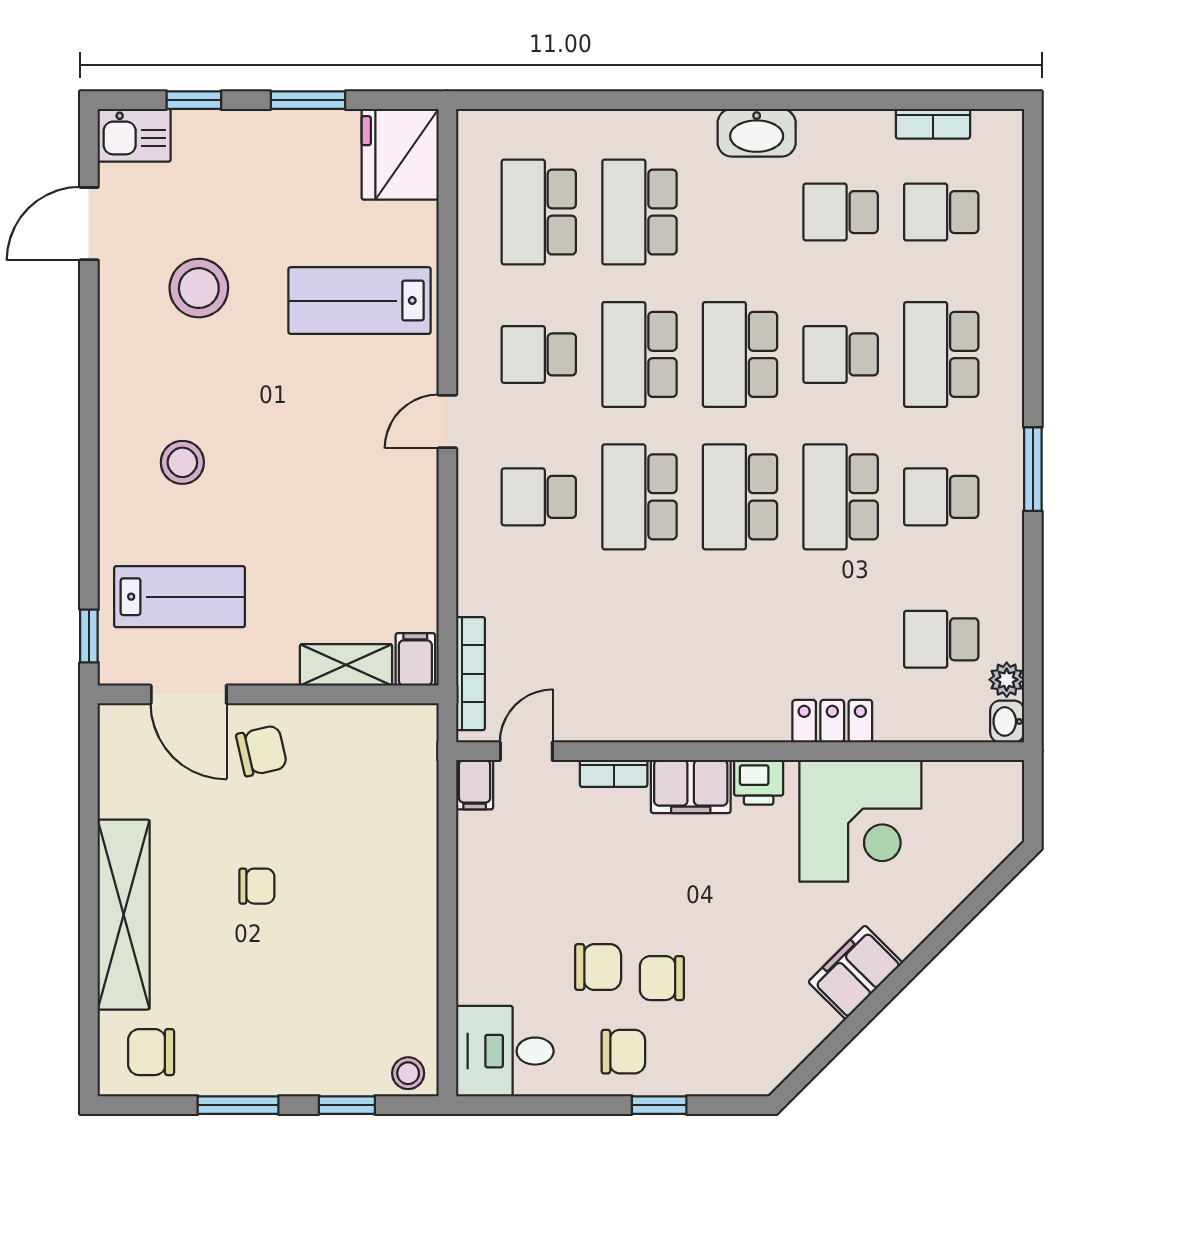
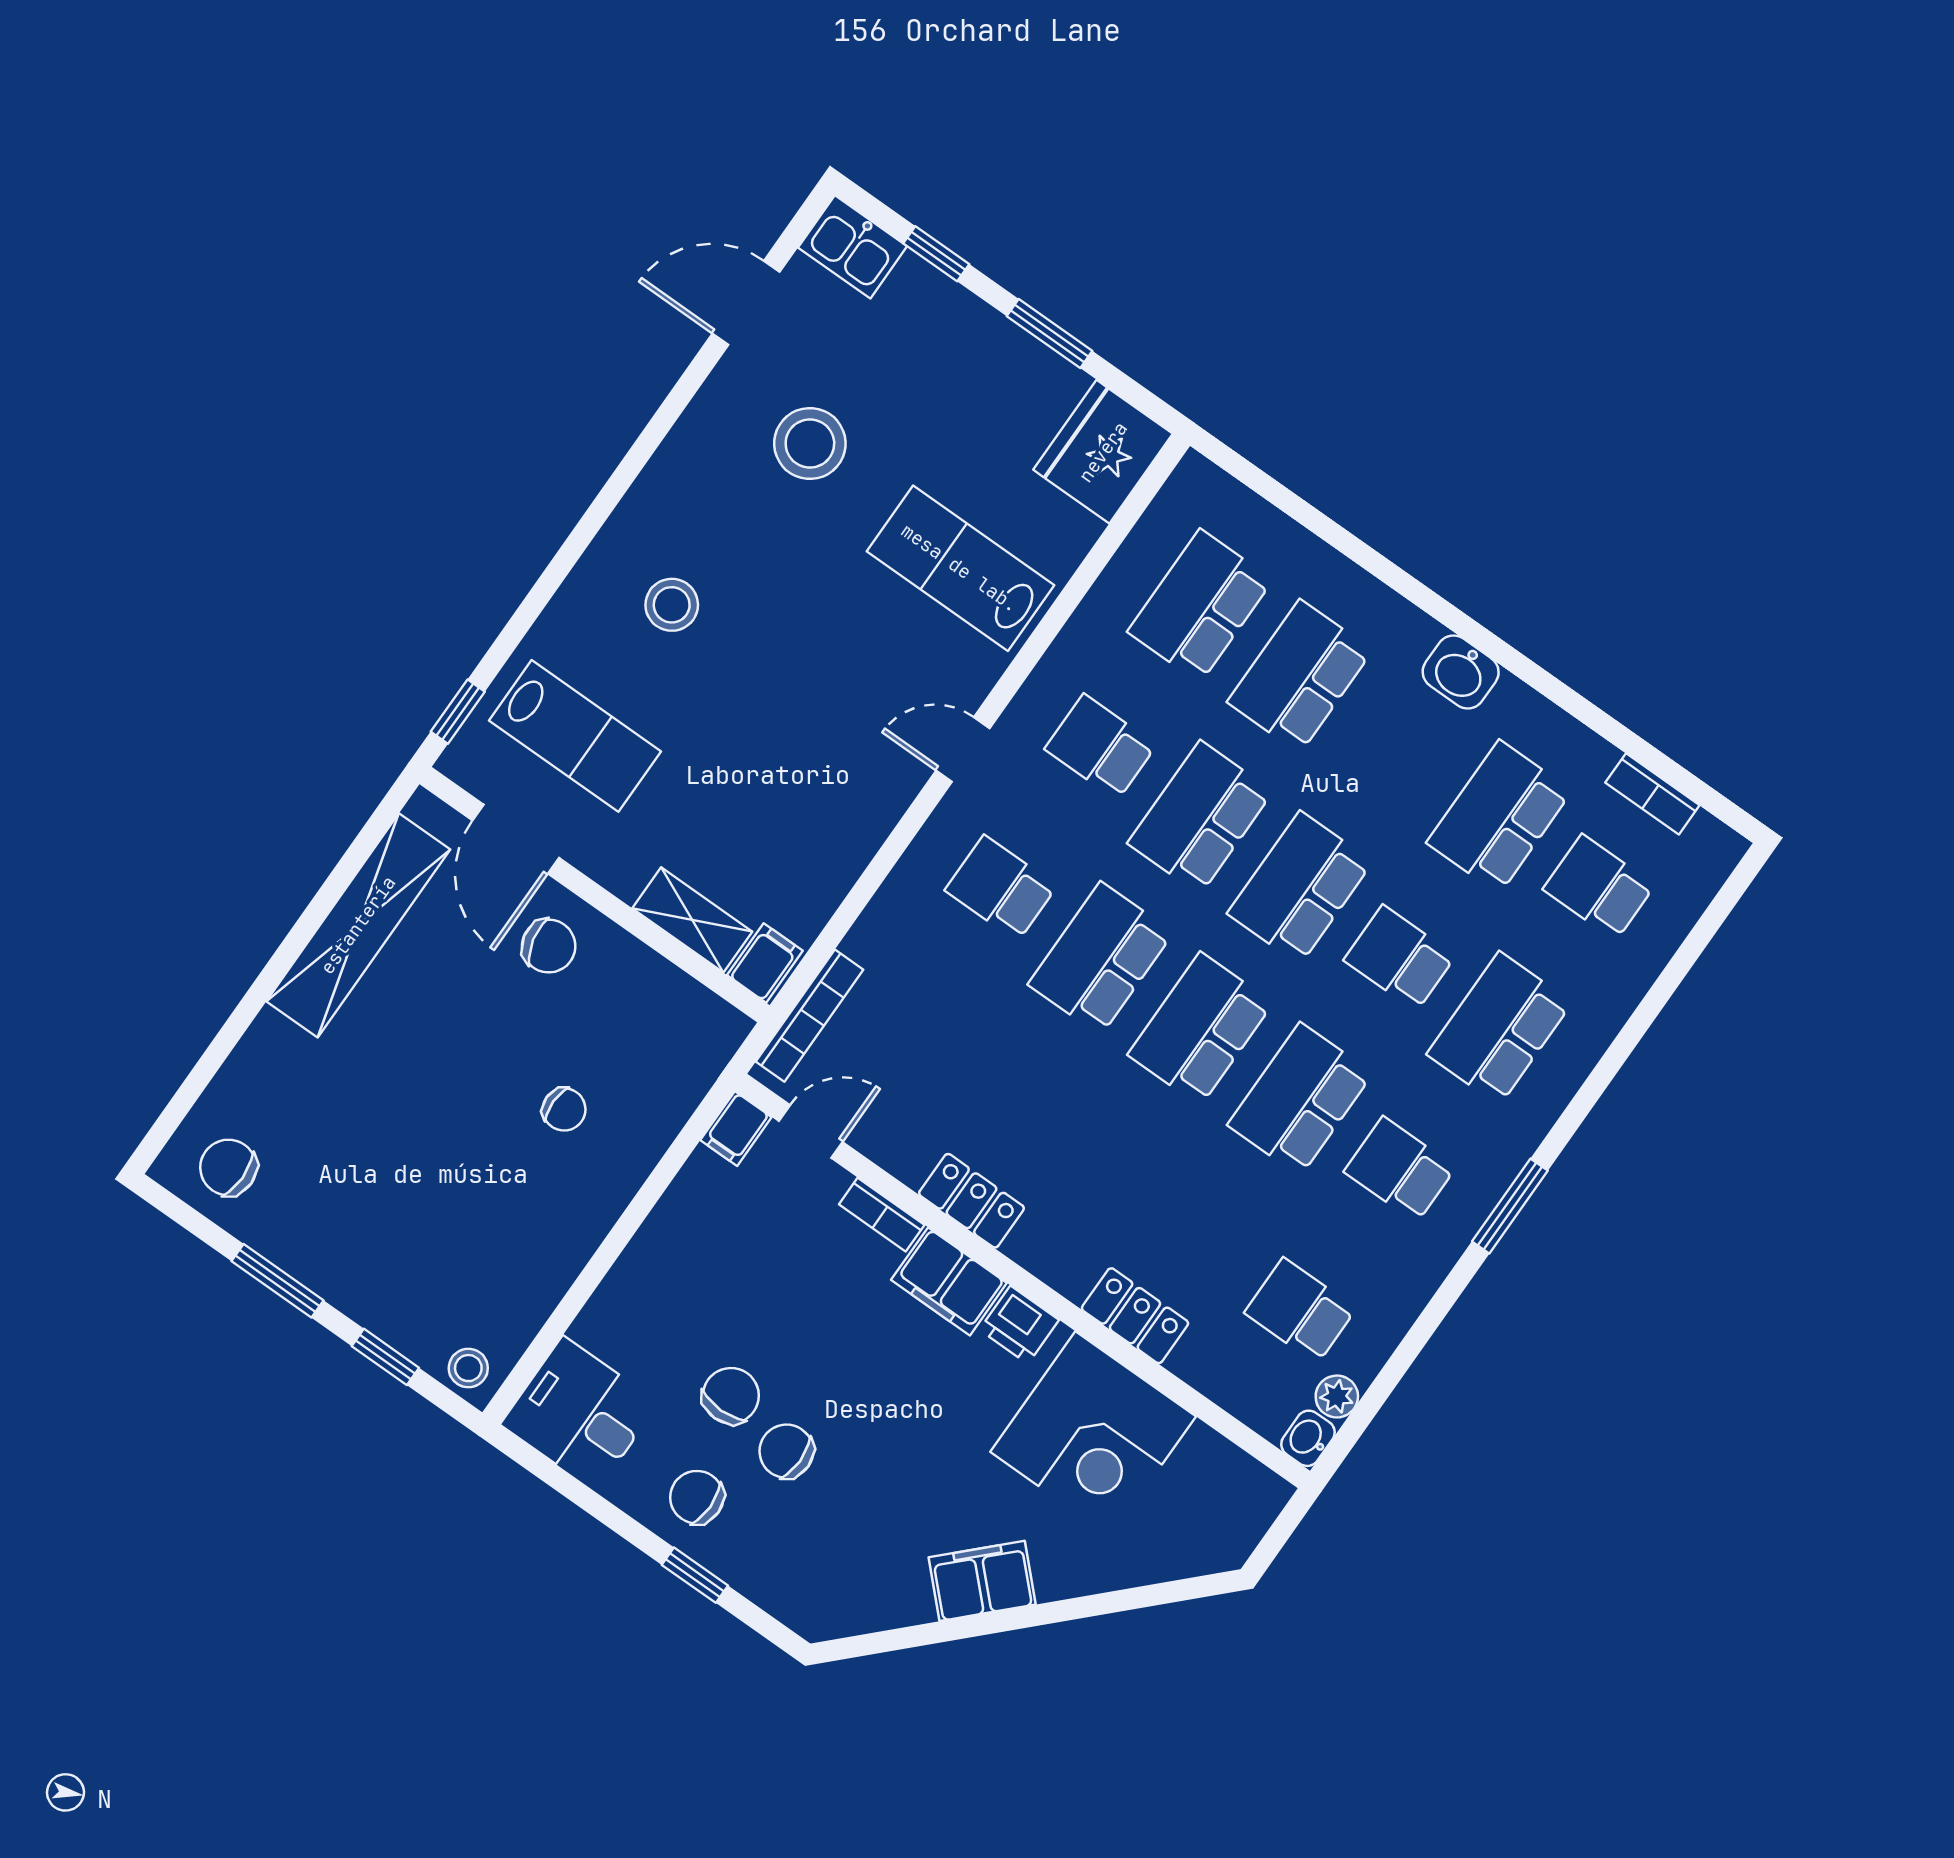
washbasin: (757, 133) -> (1461, 672), width x0.72
school desk: (841, 212) -> (1499, 817), width x1.85
locker: (667, 721) -> (971, 1201), added
chair: (257, 886) -> (564, 1109), moved
shelving: (124, 915) -> (358, 925), moved
chair: (598, 967) -> (731, 1396), turned -90
chair: (623, 1052) -> (697, 1497), turned 180

